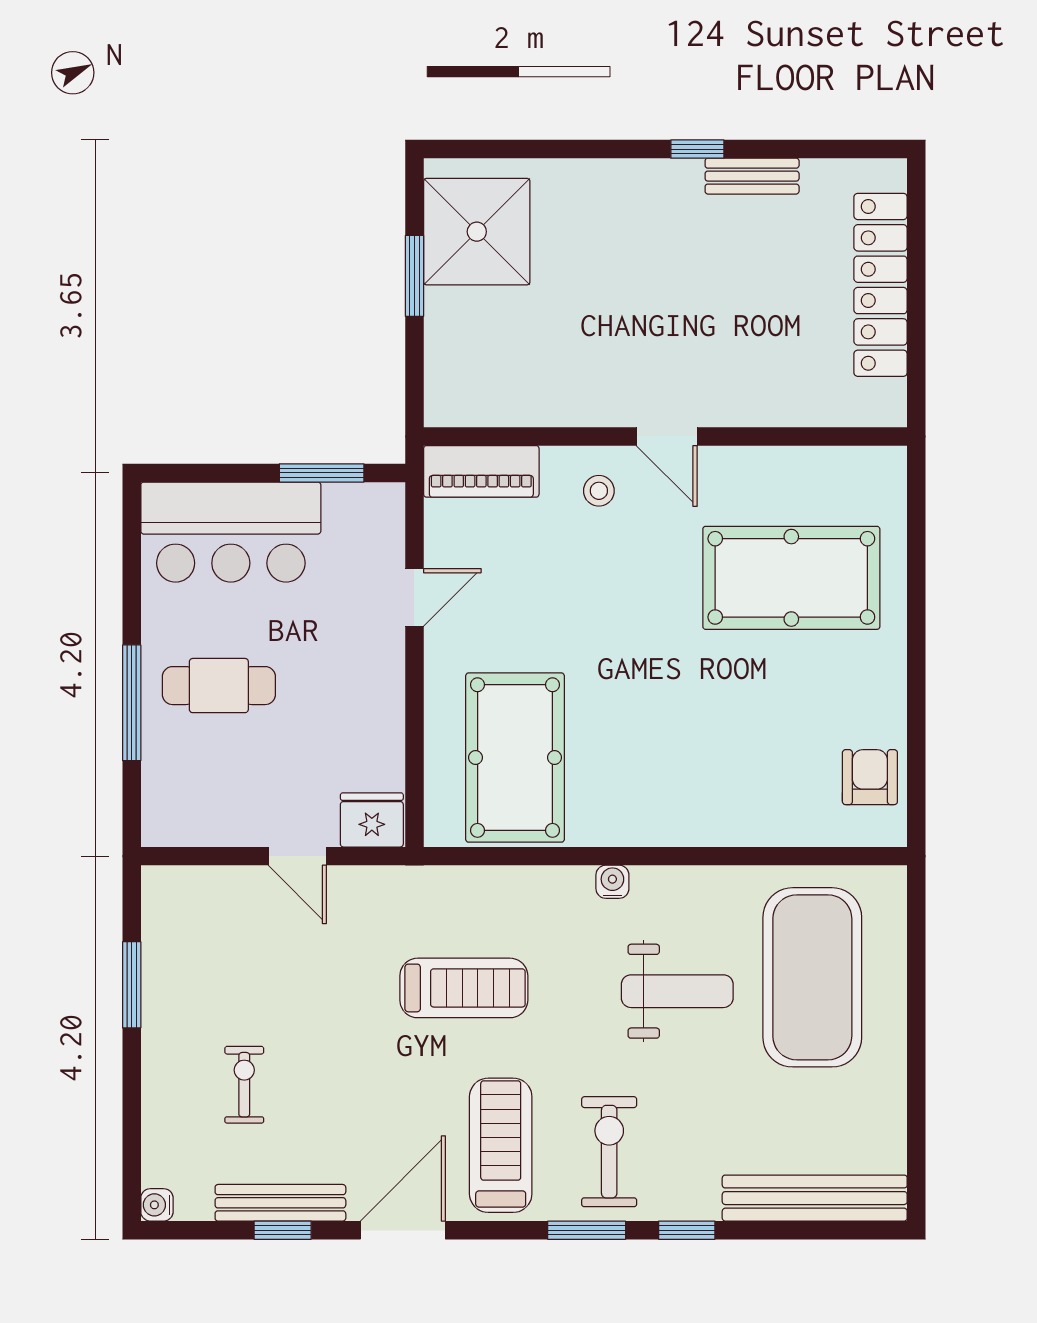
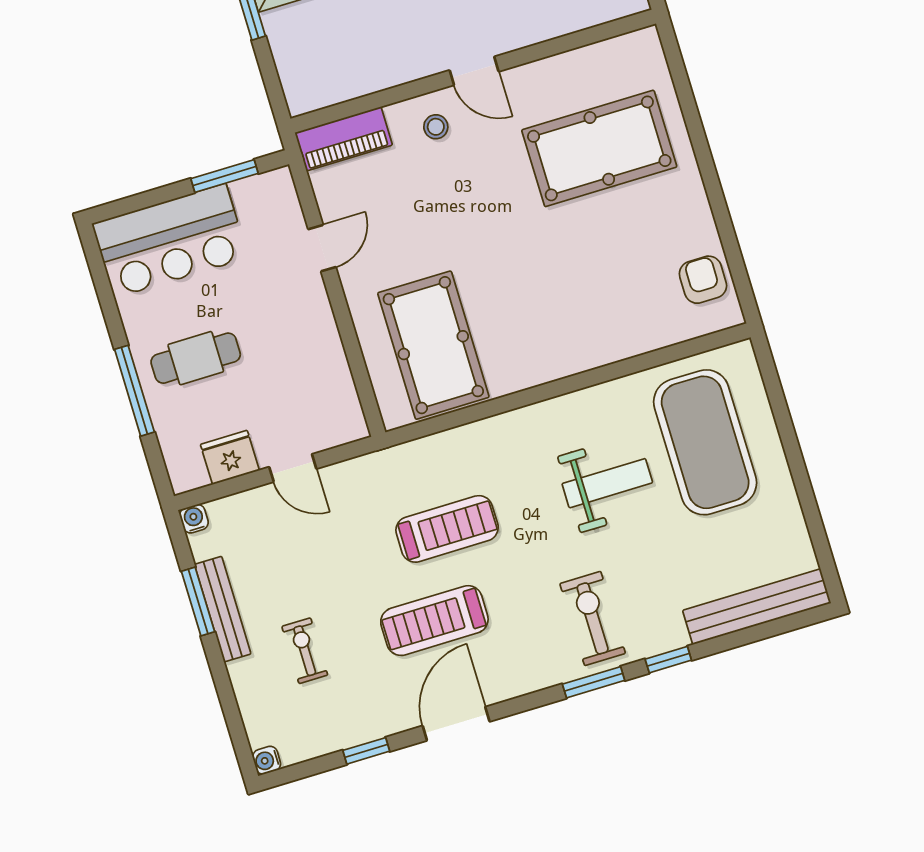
fridge: (372, 820) -> (230, 457), moved
water cooler: (612, 882) -> (194, 519), moved
treadmill: (501, 1145) -> (434, 621), moved, turned -90
bench: (280, 1203) -> (223, 609), moved, turned 90

